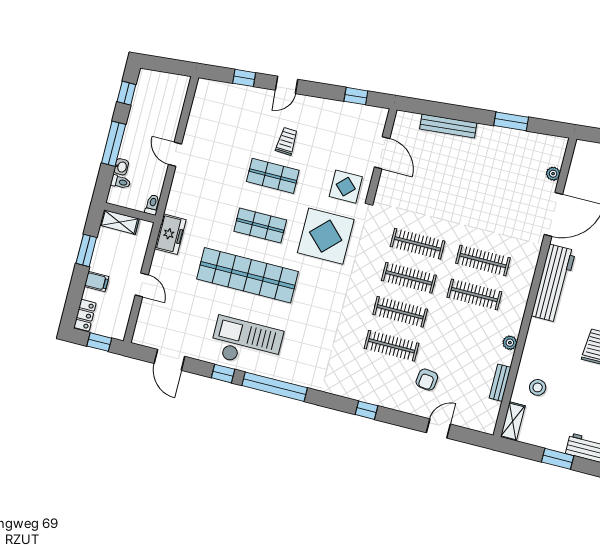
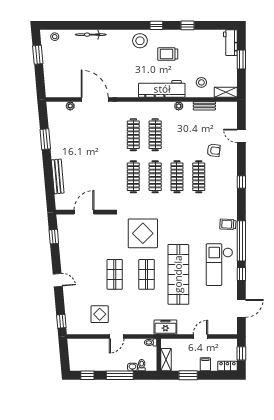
window: (244, 78) -> (61, 321), moved
trolley: (287, 141) -> (228, 224), moved
display table: (346, 187) -> (100, 314), moved
workbench: (553, 283) -> (162, 89), moved

